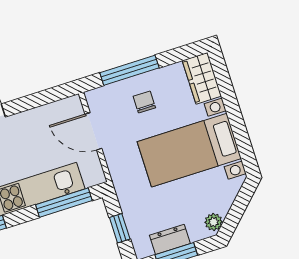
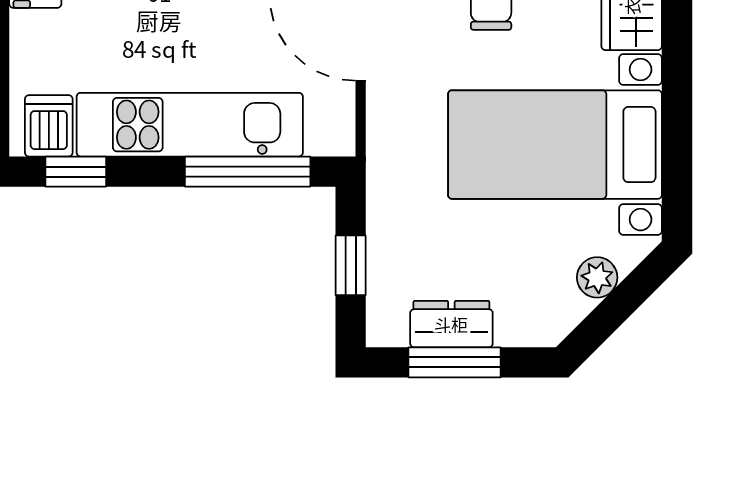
plant: (214, 222) -> (597, 277), moved

